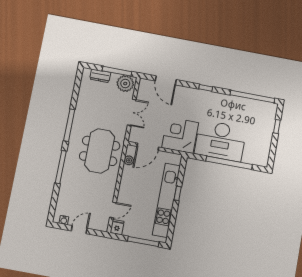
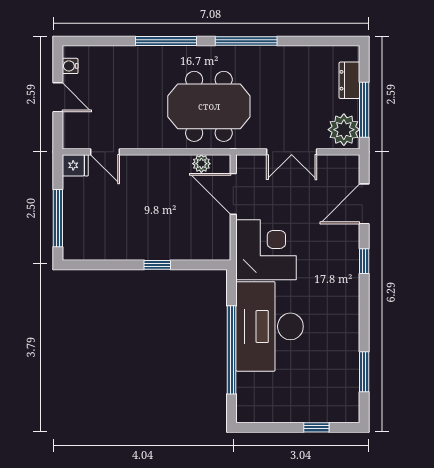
window: (206, 88) -> (364, 261), moved
window: (252, 97) -> (364, 372), width x0.47
kitchen unit: (166, 200) -> (141, 246), removed

